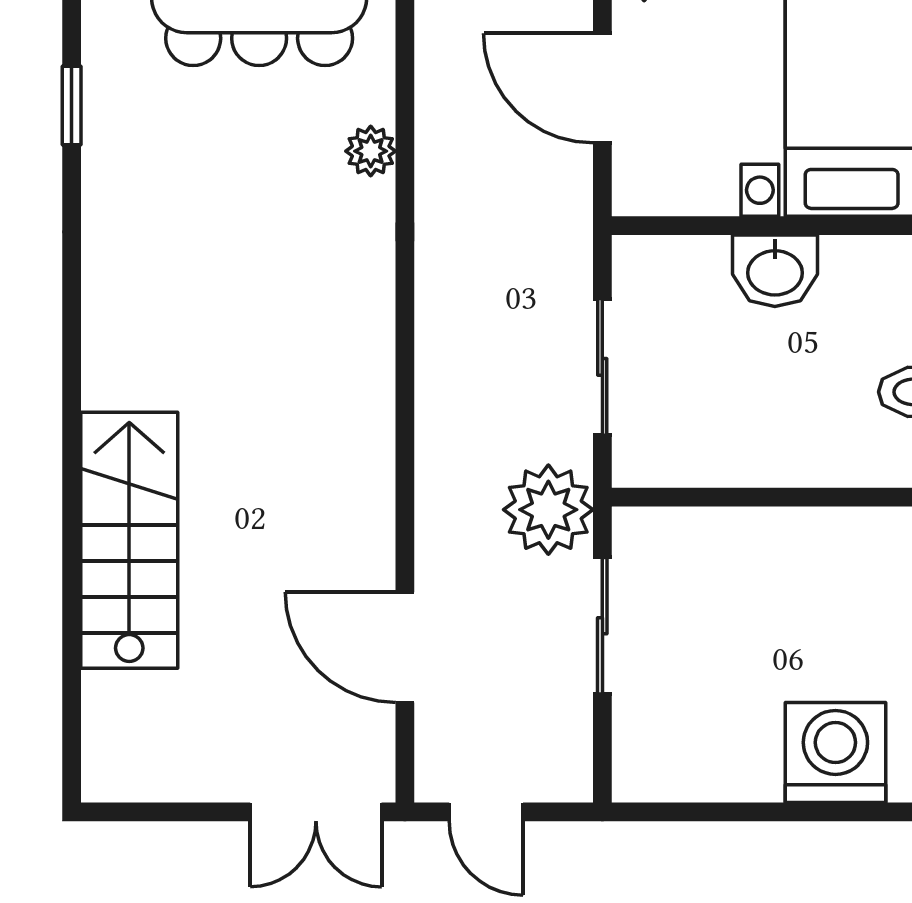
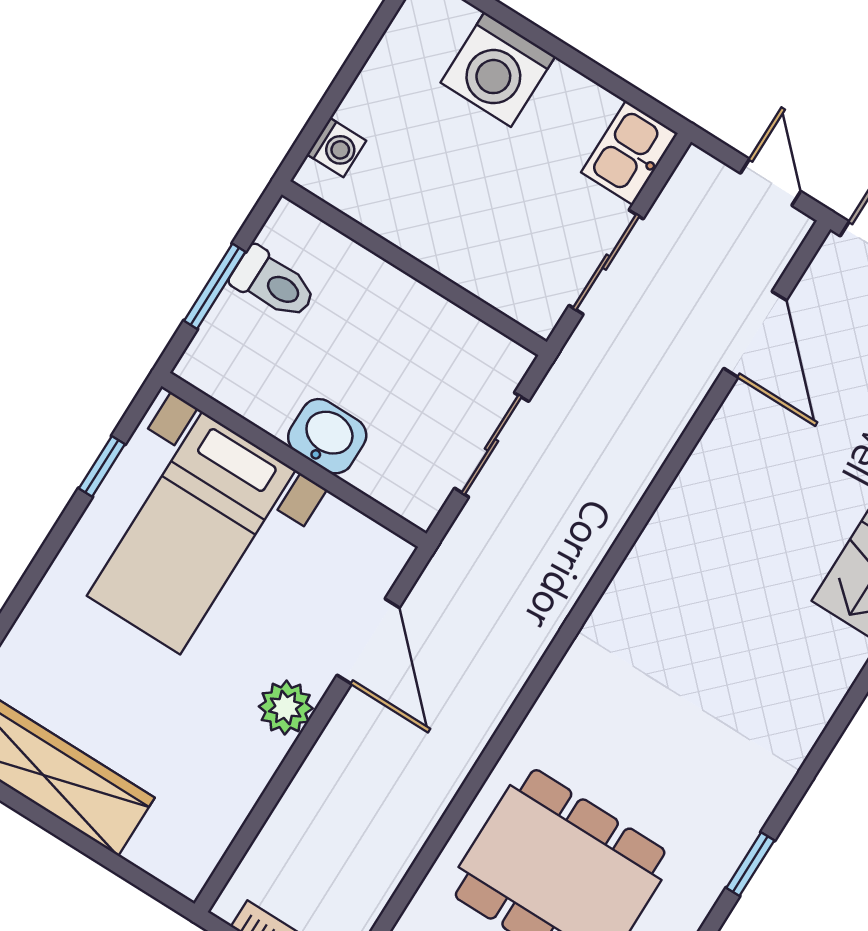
plant: (371, 151) -> (559, 700), removed
plant: (548, 510) -> (593, 368), removed
kitchen sink: (648, 752) -> (629, 153), added

